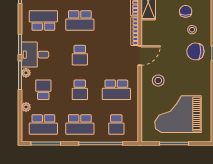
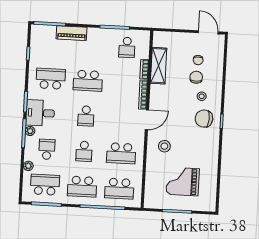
grand piano: (178, 114) -> (183, 182), width x0.73, depth x0.68
school desk: (43, 124) -> (45, 185), turned 180
school desk: (116, 124) -> (119, 189), width x1.85

